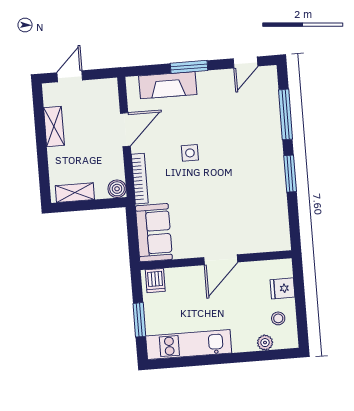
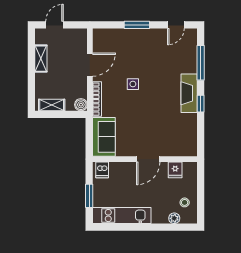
fireplace: (168, 85) -> (189, 93), moved, turned 90
window: (290, 174) -> (201, 104), width x0.67
fridge: (282, 288) -> (175, 170), moved, turned -90

